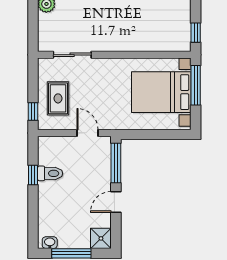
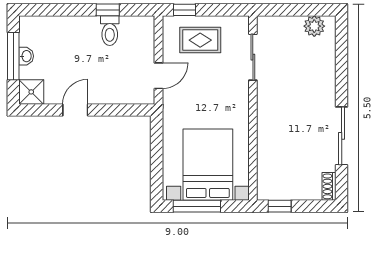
window: (196, 85) -> (197, 206), moved
window: (116, 163) -> (122, 110), removed
door: (116, 202) -> (75, 110), hinge flipped
washbasin: (50, 243) -> (26, 56), moved

